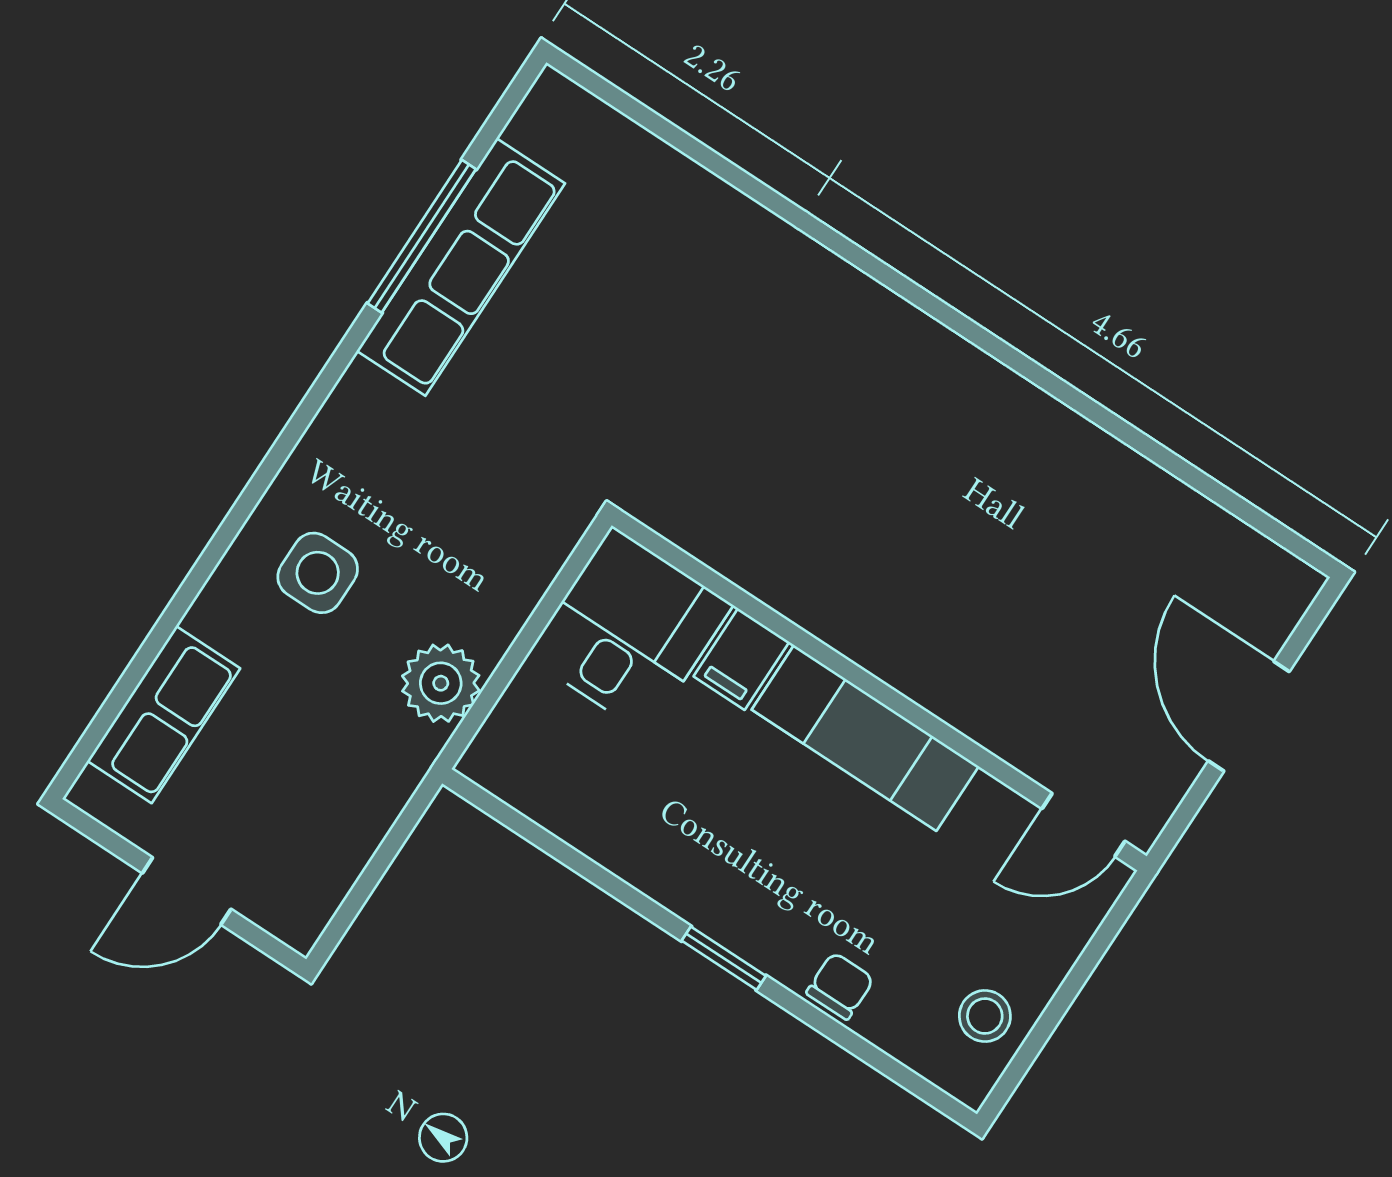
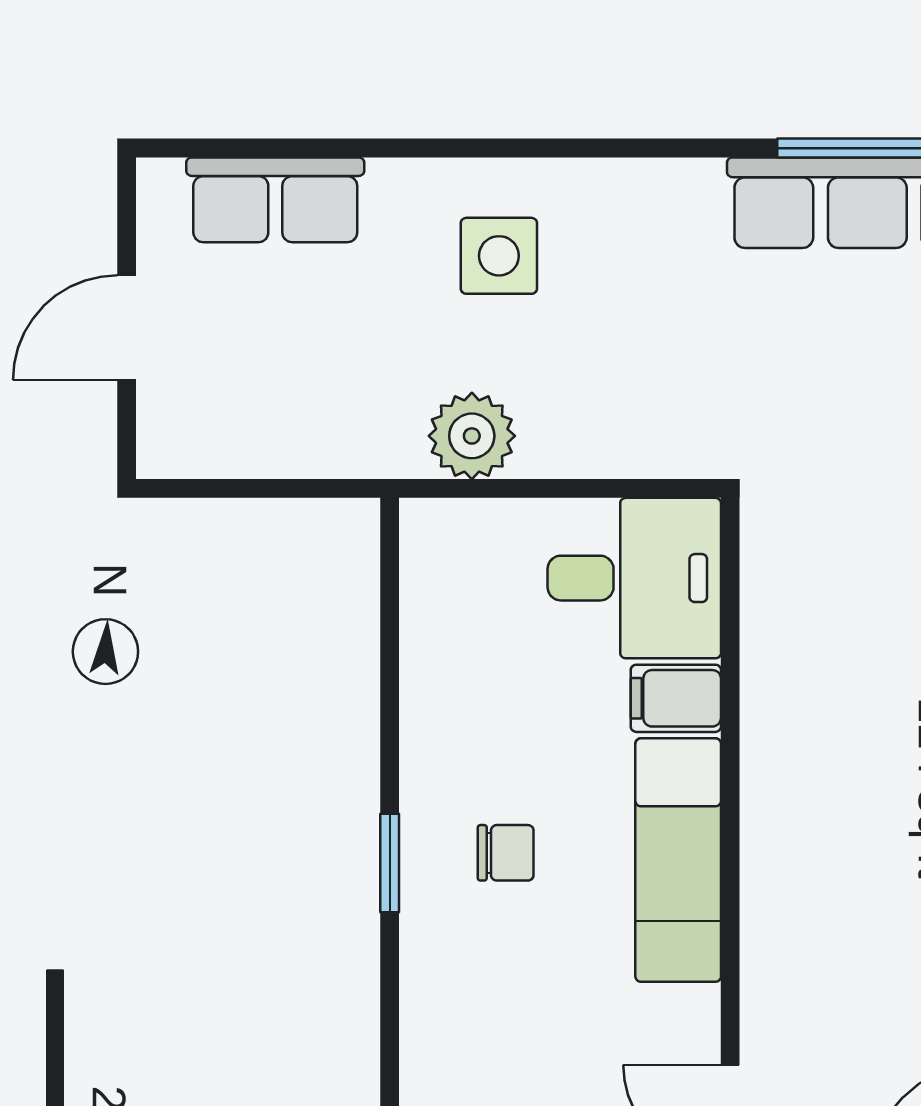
door: (187, 891) -> (127, 328), hinge flipped
chair: (840, 986) -> (506, 853), moved

